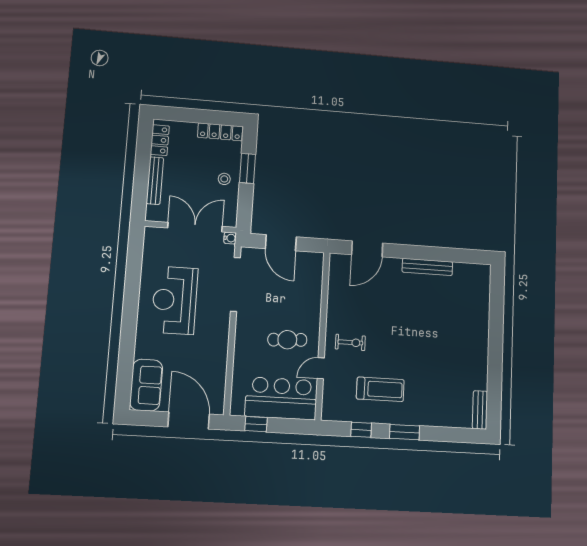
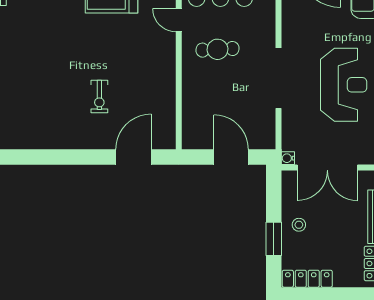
bench: (427, 267) -> (64, 141), removed
doorway: (235, 284) -> (278, 78), moved
exercise bike: (350, 342) -> (99, 97), moved, turned -90
door: (321, 368) -> (179, 20), swing flipped

